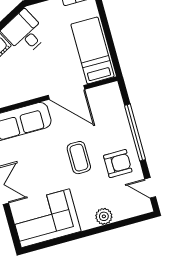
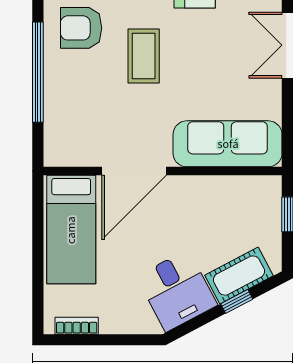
door: (67, 92) -> (134, 171), swing flipped

